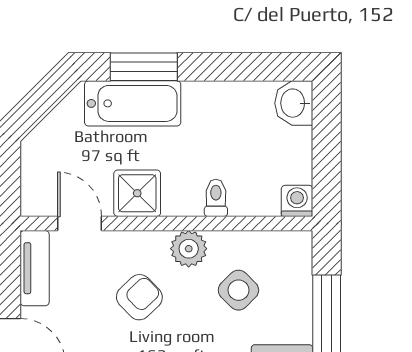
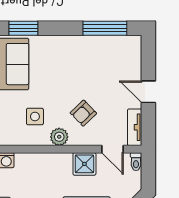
toilet: (216, 198) -> (136, 162), moved
side table: (238, 290) -> (35, 117), turned 45

